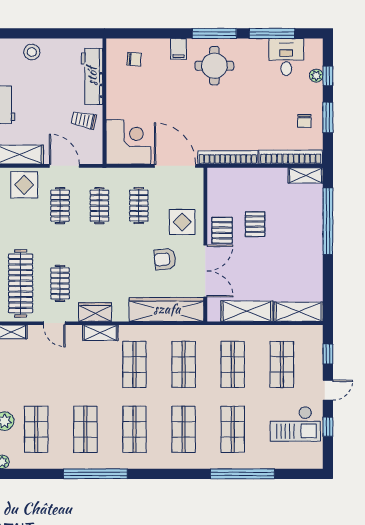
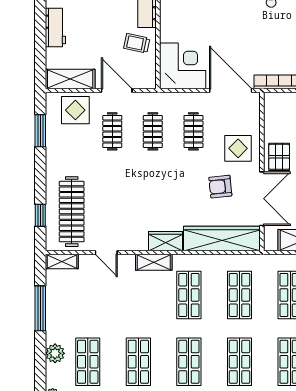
clothes rail: (60, 283) -> (112, 212), removed
wardrobe: (95, 312) -> (166, 241), moved

